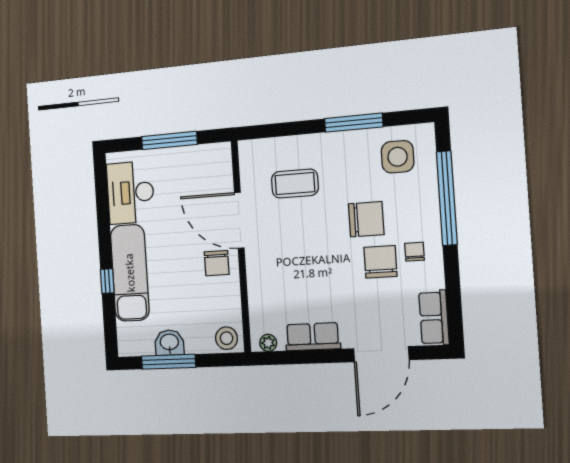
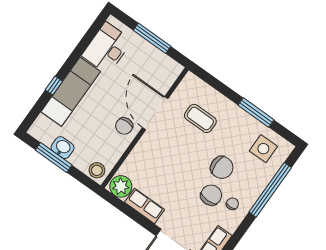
plant: (268, 343) -> (121, 186), width x1.88, depth x1.88

